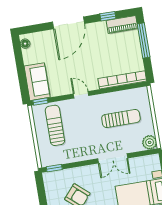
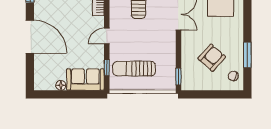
floor lamp: (25, 44) -> (61, 85), moved
window: (40, 102) -> (107, 68), moved

